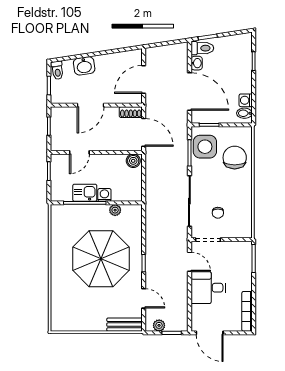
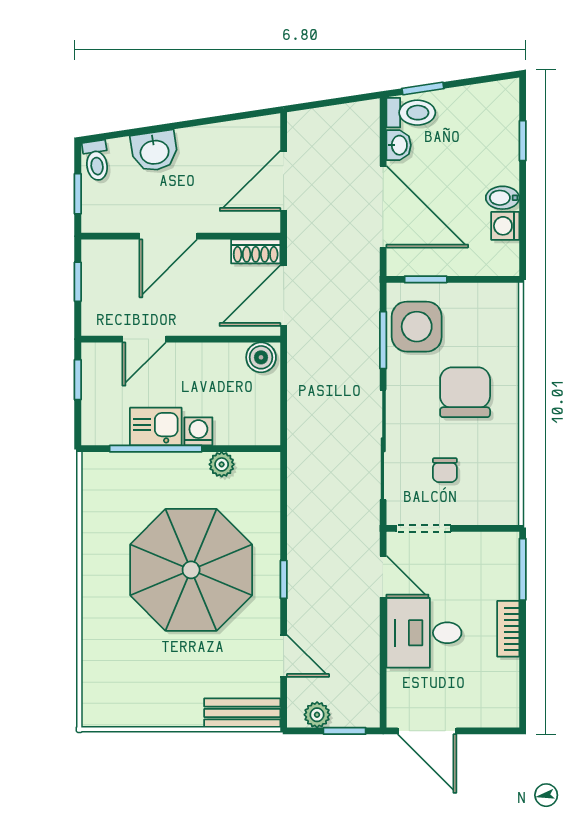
bidet: (244, 113) -> (503, 198), moved
door: (144, 132) -> (284, 296), swing flipped
chair: (235, 158) -> (465, 392), moved
bookcase: (247, 311) -> (508, 629), moved, width x0.64

